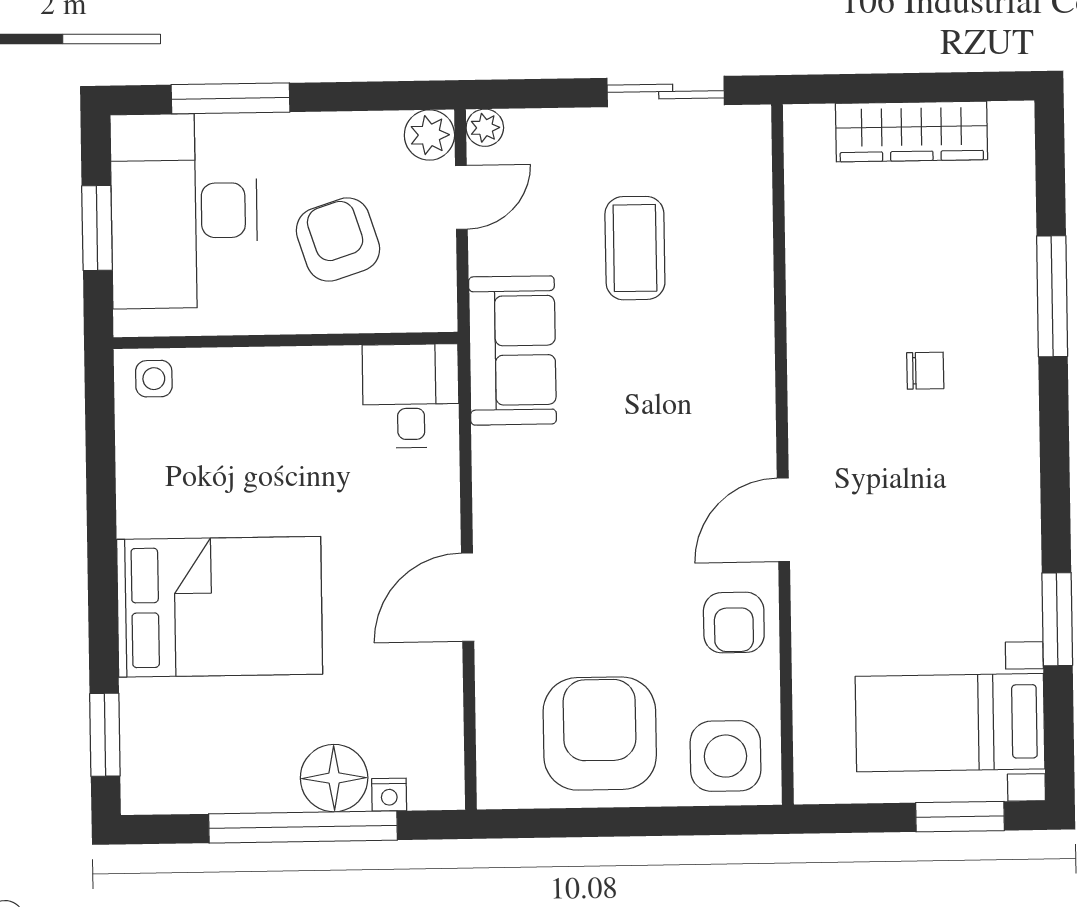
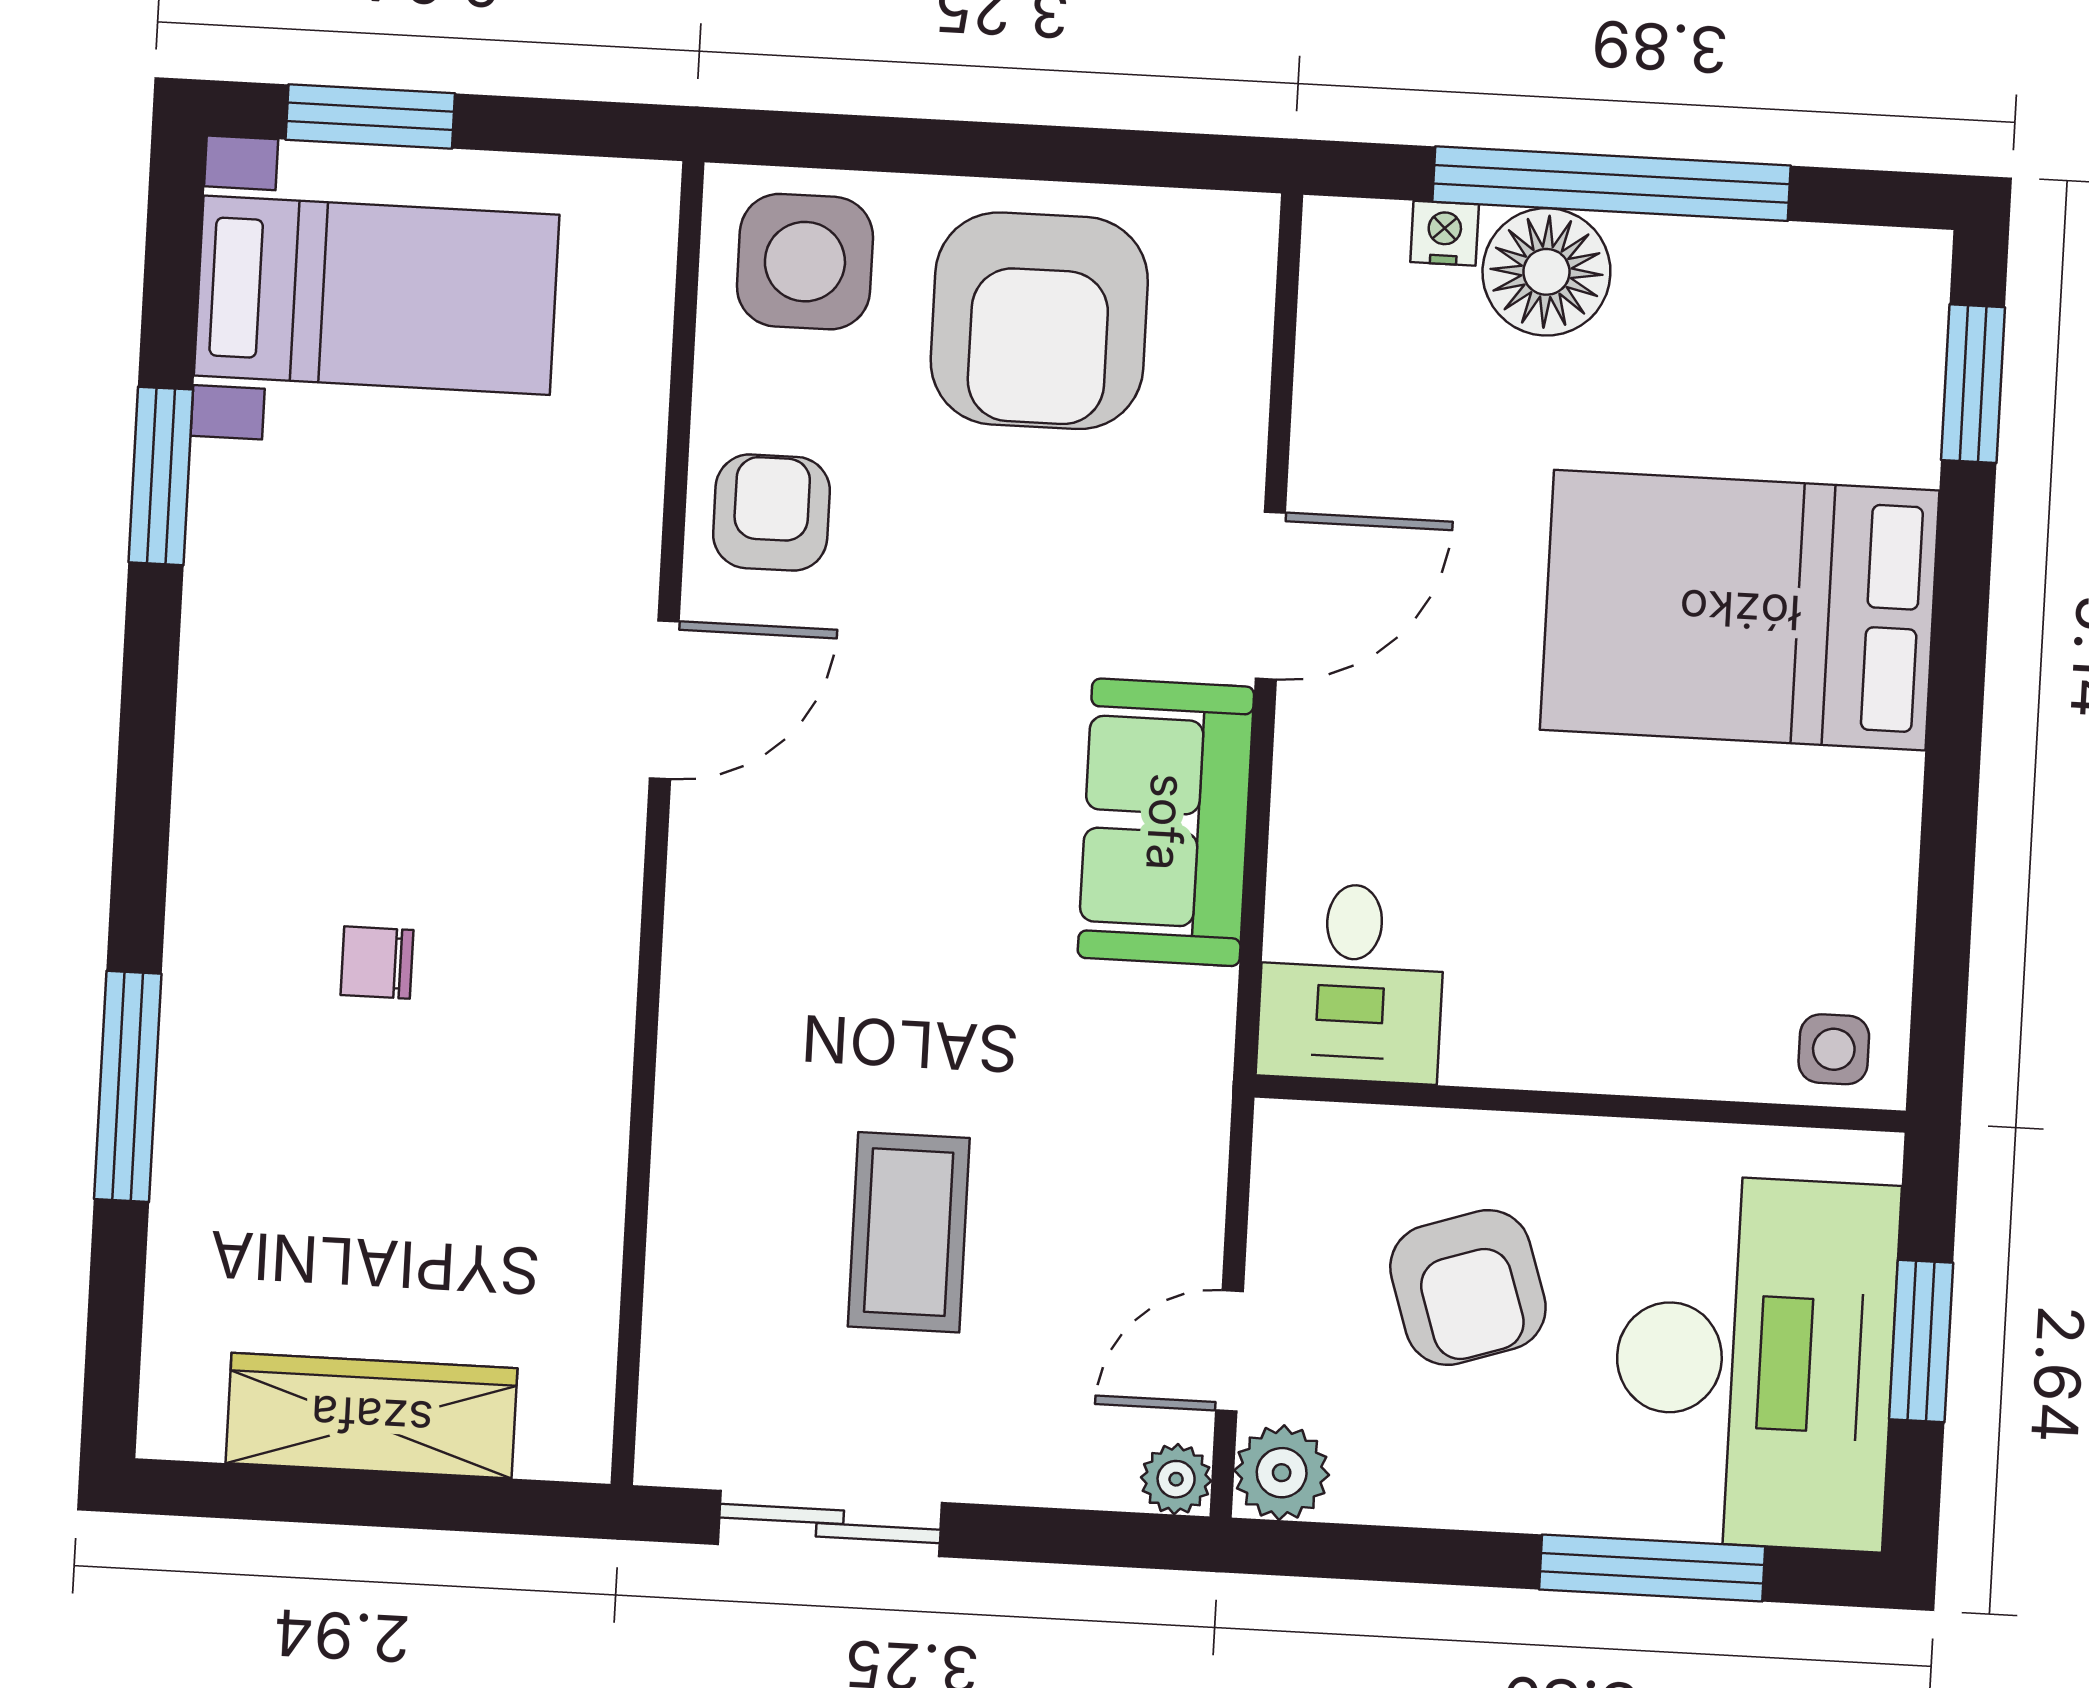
sofa: (512, 350) -> (1166, 822), moved

